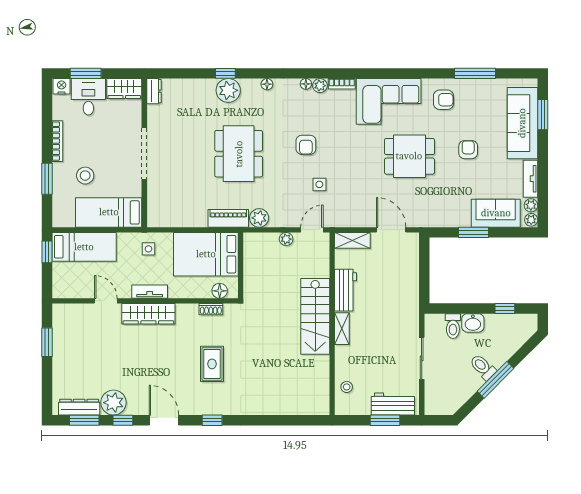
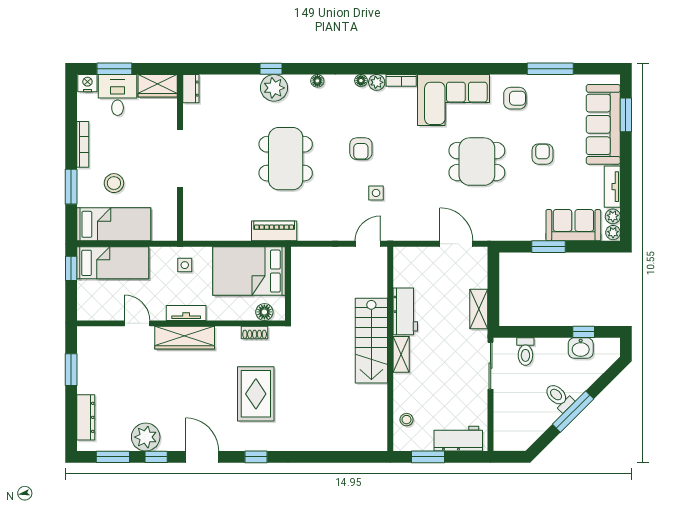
bed: (109, 212) -> (114, 224), moved, turned 180
plant: (259, 218) -> (309, 230), removed
plant: (286, 239) -> (339, 254), removed
shelving: (352, 240) -> (479, 309), moved, turned 90
washbasin: (473, 323) -> (581, 348), moved
sliding door: (422, 358) -> (491, 366), moved
rug: (212, 364) -> (256, 394), width x1.36, depth x1.43
dresser: (79, 407) -> (86, 417), moved, turned 90
window: (385, 420) -> (428, 457), moved

